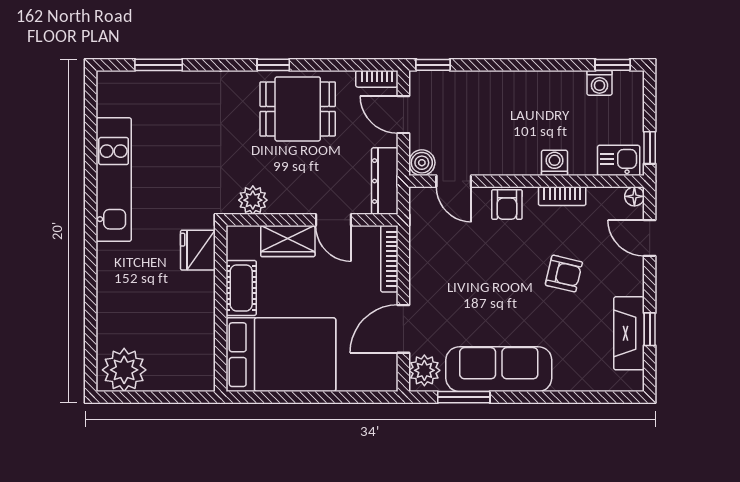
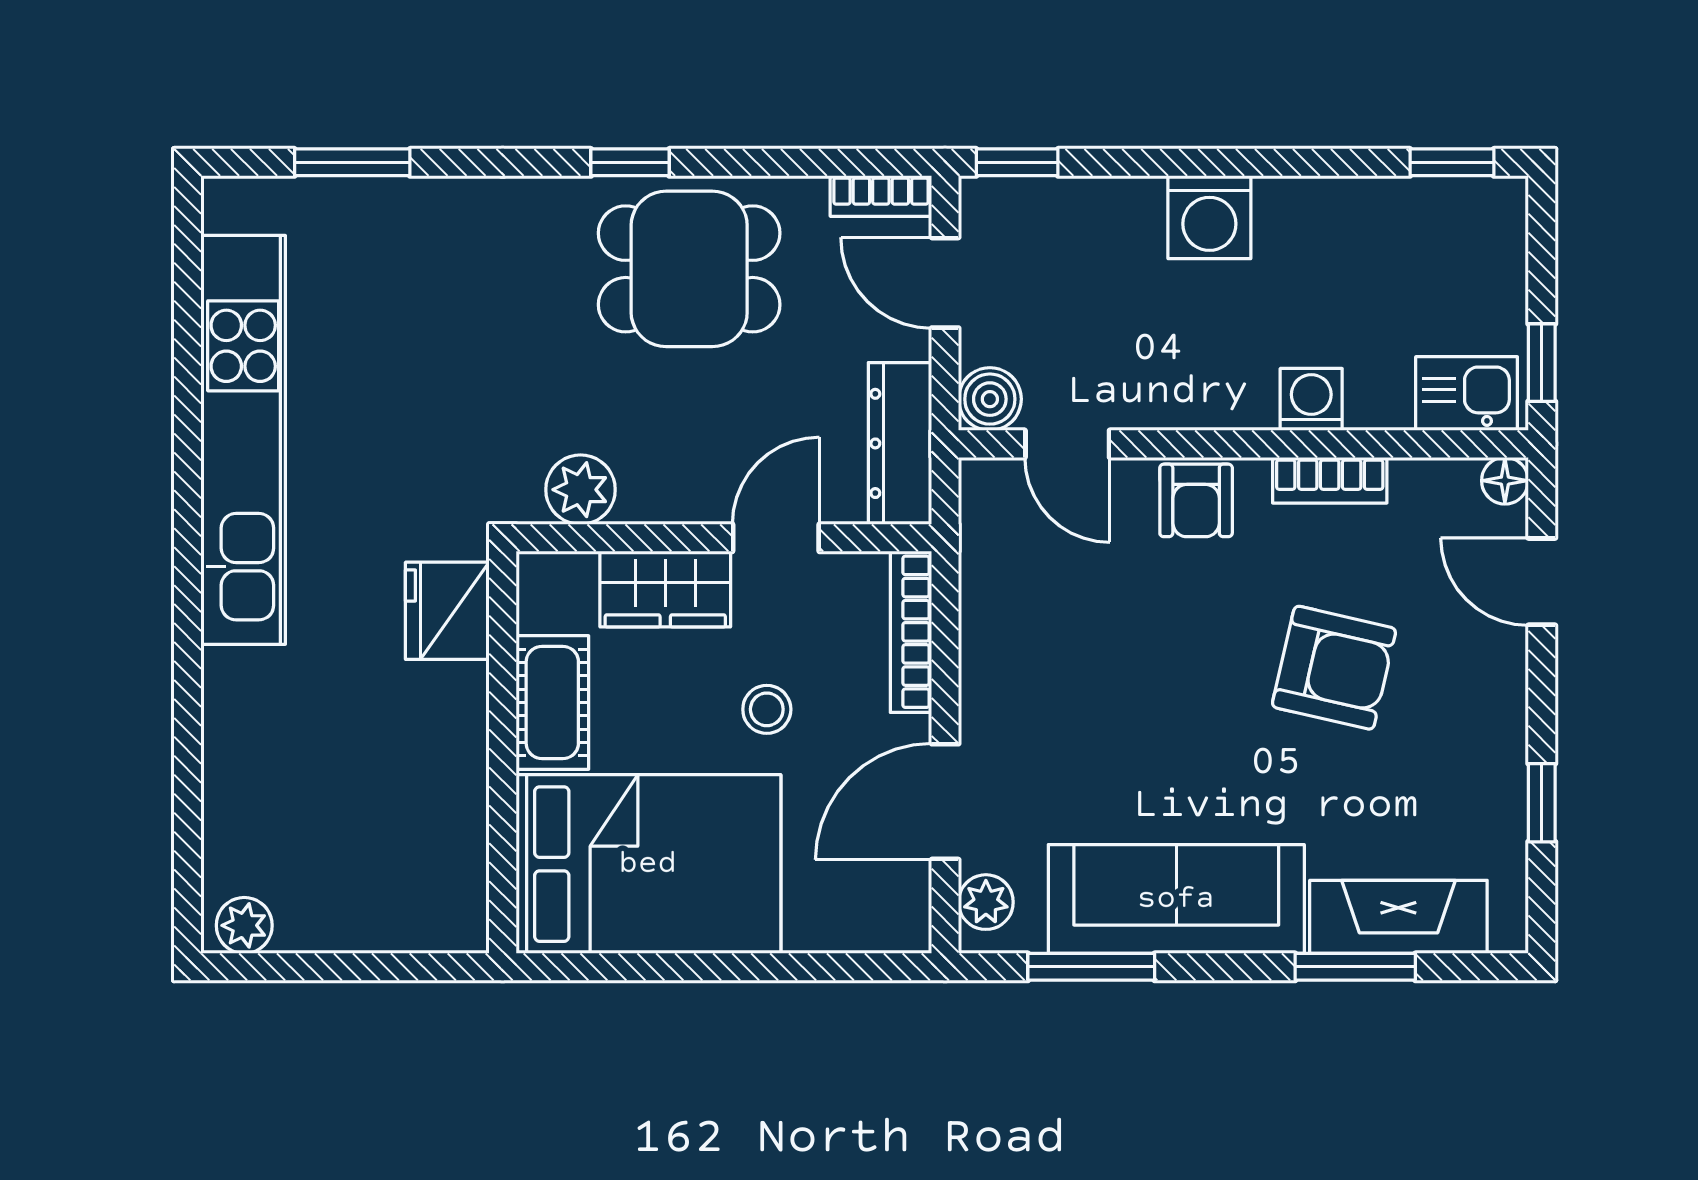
washing machine: (599, 83) -> (1209, 217), moved, width x1.38, depth x1.38
kitchen unit: (114, 180) -> (243, 440), width x1.36
door: (333, 220) -> (776, 538), swing flipped
armchair: (564, 274) -> (1334, 668), width x1.38, depth x1.38
stool: (330, 291) -> (767, 709), added
fireplace: (629, 333) -> (1398, 917), moved, turned 90
plant: (124, 370) -> (244, 925), width x0.53, depth x0.53
plant: (424, 370) -> (986, 902), width x0.73, depth x0.73
window: (573, 397) -> (1355, 967), added

